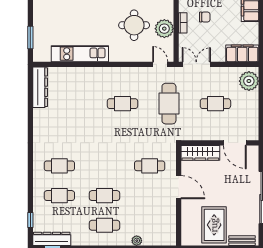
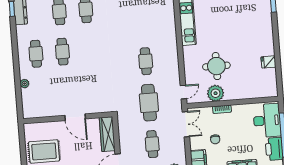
chair: (205, 17) -> (215, 139), moved
cafe table: (169, 104) -> (149, 103), turned 90
cafe table: (150, 166) -> (92, 90), removed
door: (179, 187) -> (75, 117), hinge flipped

